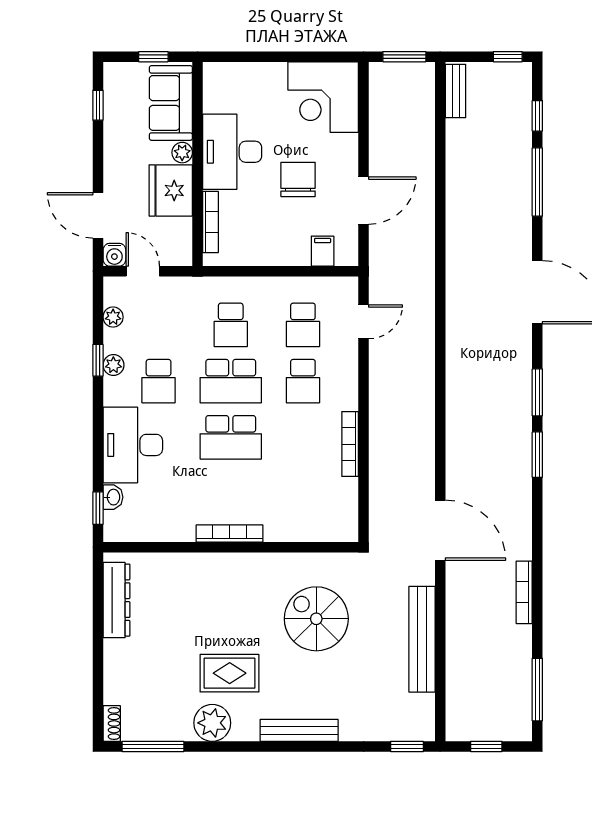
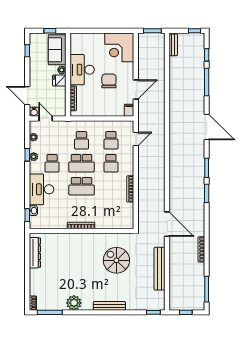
fridge: (171, 190) -> (59, 81), width x0.53, depth x0.75
filing cabinet: (323, 251) -> (129, 110), moved
rug: (230, 673) -> (81, 283), removed

